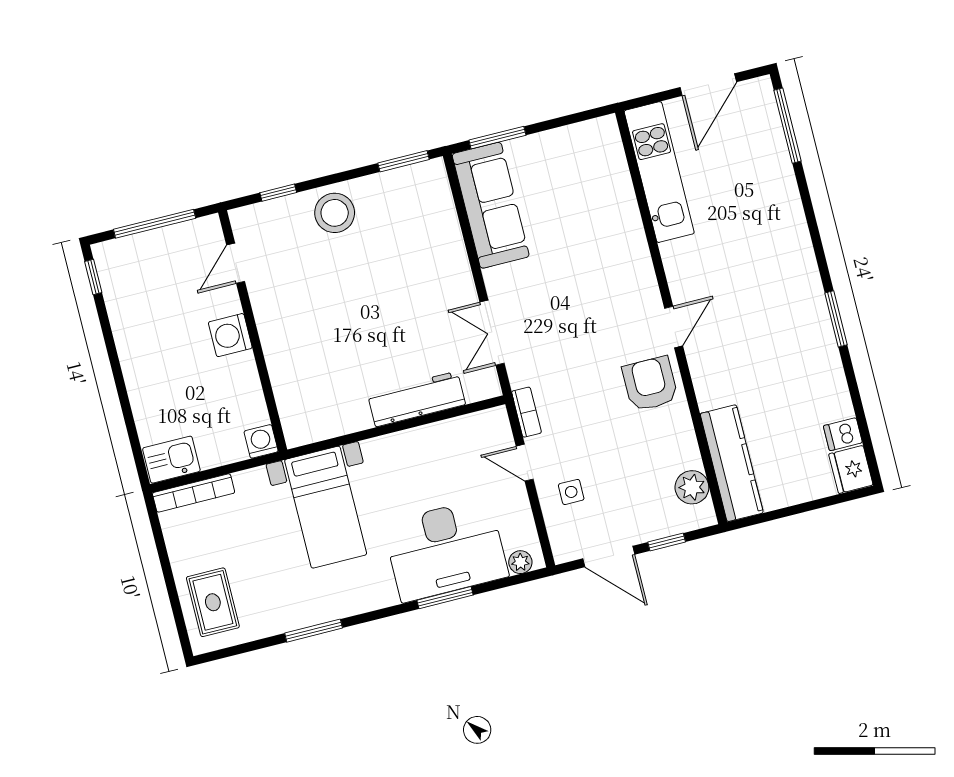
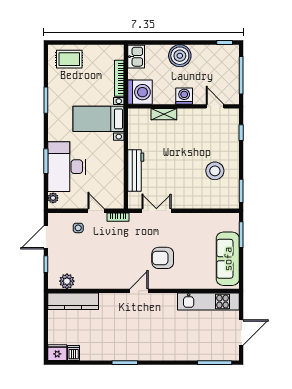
door: (708, 85) -> (241, 333), swing flipped
sofa: (491, 205) -> (228, 259), moved, turned 90
stool: (335, 213) -> (215, 171), moved
door: (674, 327) -> (139, 291), swing flipped
boiler: (146, 366) -> (180, 56), added
shelving: (280, 369) -> (164, 114), added
armchair: (650, 384) -> (163, 258), moved, turned 180
washing machine: (261, 441) -> (140, 92), width x1.89, depth x1.89
door: (525, 463) -> (96, 211), hinge flipped
bookcase: (194, 493) -> (119, 78), moved

